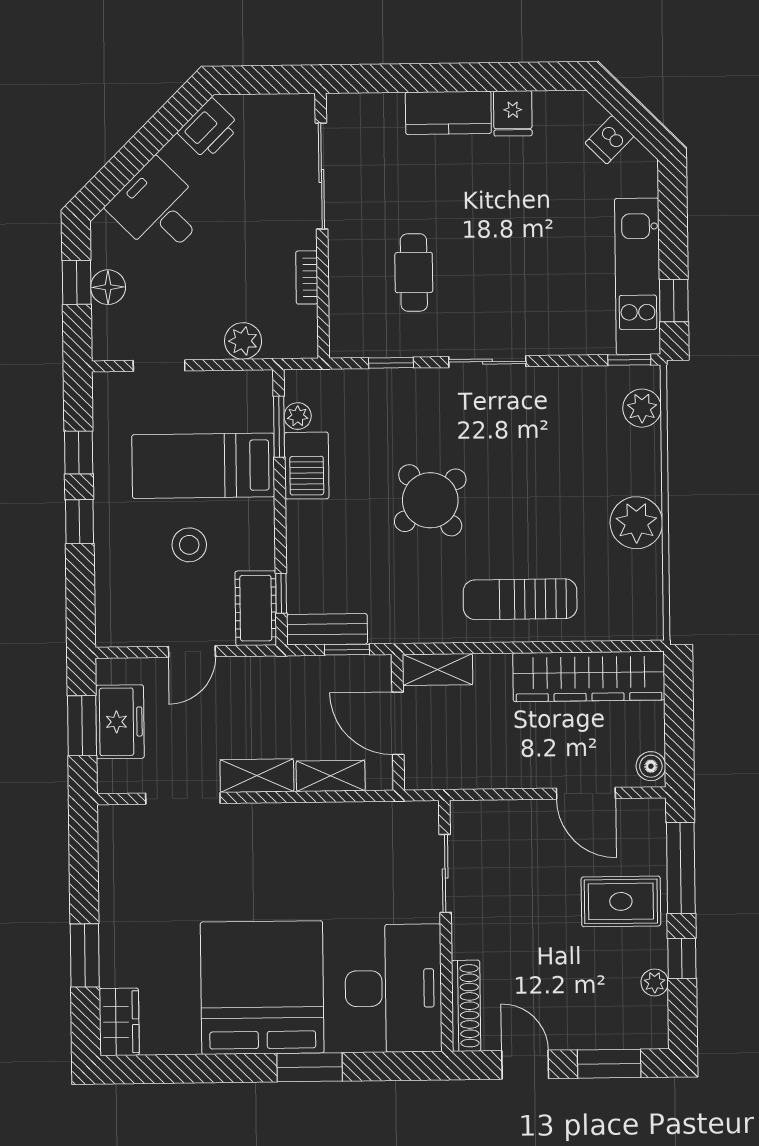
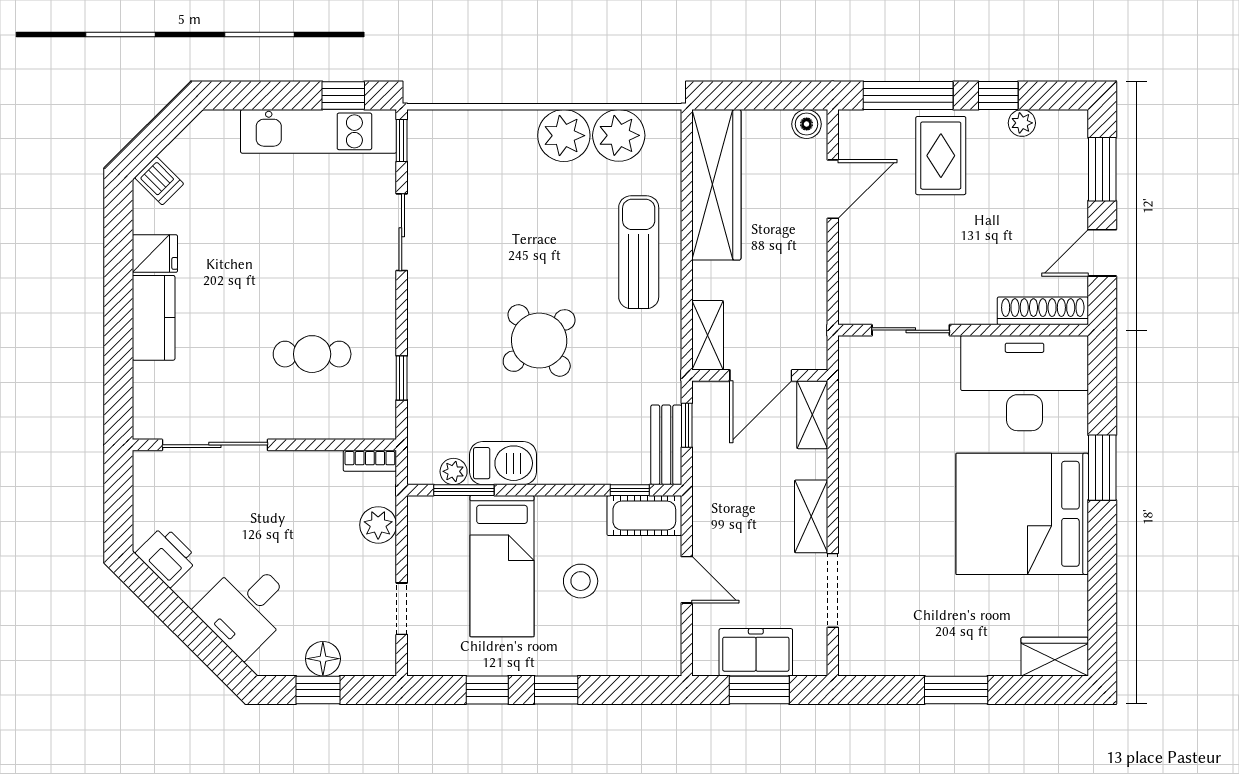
dishwasher: (610, 140) -> (159, 181), moved
bookcase: (307, 277) -> (370, 461), moved
sliding door: (487, 362) -> (402, 232), moved
plant: (642, 408) -> (619, 135), moved, width x1.36, depth x1.36
sun lounger: (520, 599) -> (639, 252), turned 180
shelving: (331, 776) -> (812, 415), moved
window: (85, 955) -> (956, 690), moved

